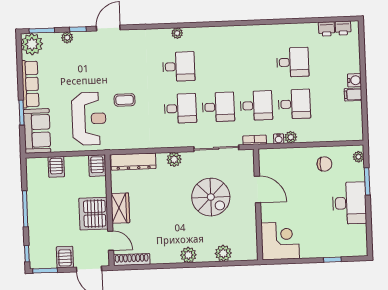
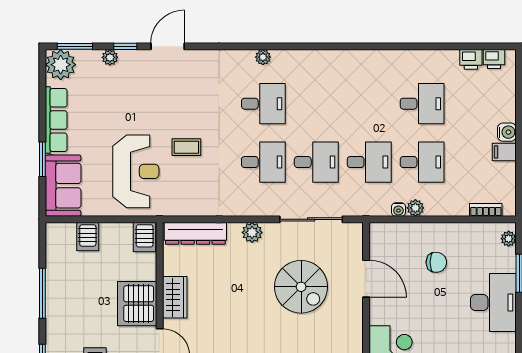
bookcase: (255, 140) -> (486, 210), moved
chair: (324, 164) -> (436, 262), moved

